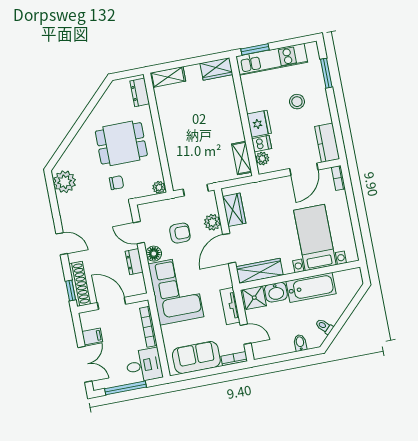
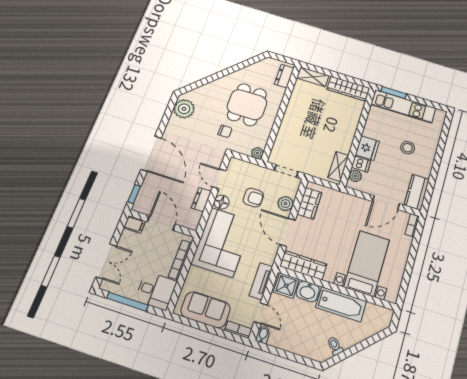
wardrobe: (216, 69) -> (348, 89), width x1.50
window: (326, 73) -> (443, 139), removed
dining table: (121, 143) -> (247, 105), turned 90
door: (62, 244) -> (151, 154), width x1.88
door: (229, 248) -> (288, 232), hinge flipped
shoe rack: (80, 284) -> (145, 193), removed
filing cabinet: (92, 337) -> (134, 224), moved
bidet: (300, 343) -> (263, 335), moved

